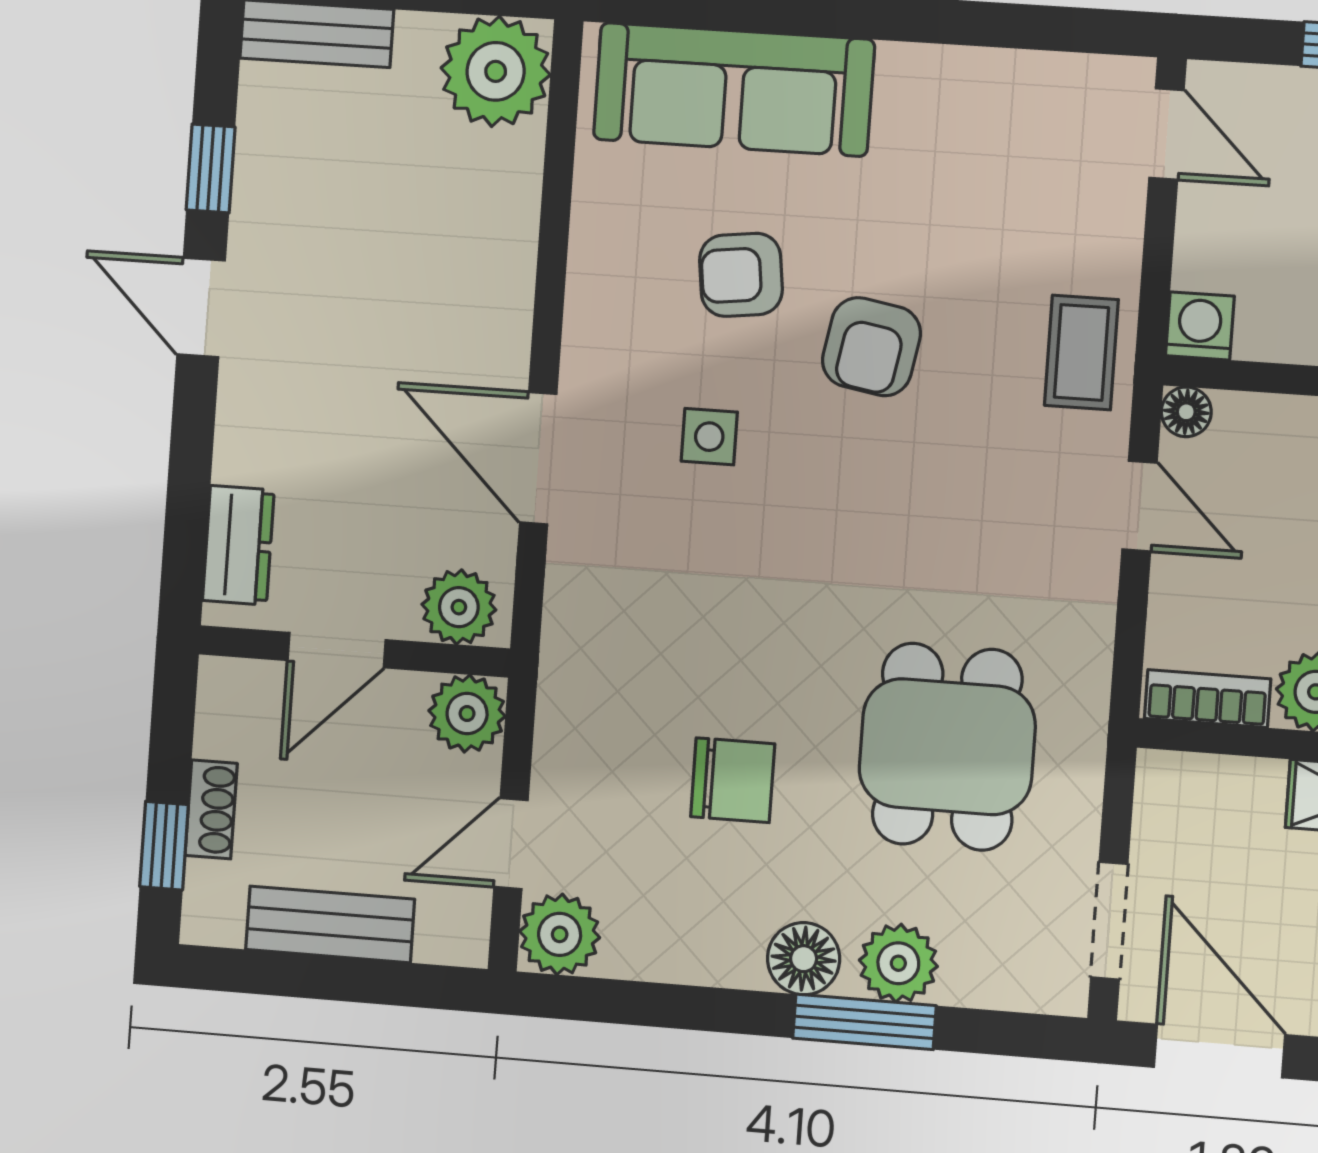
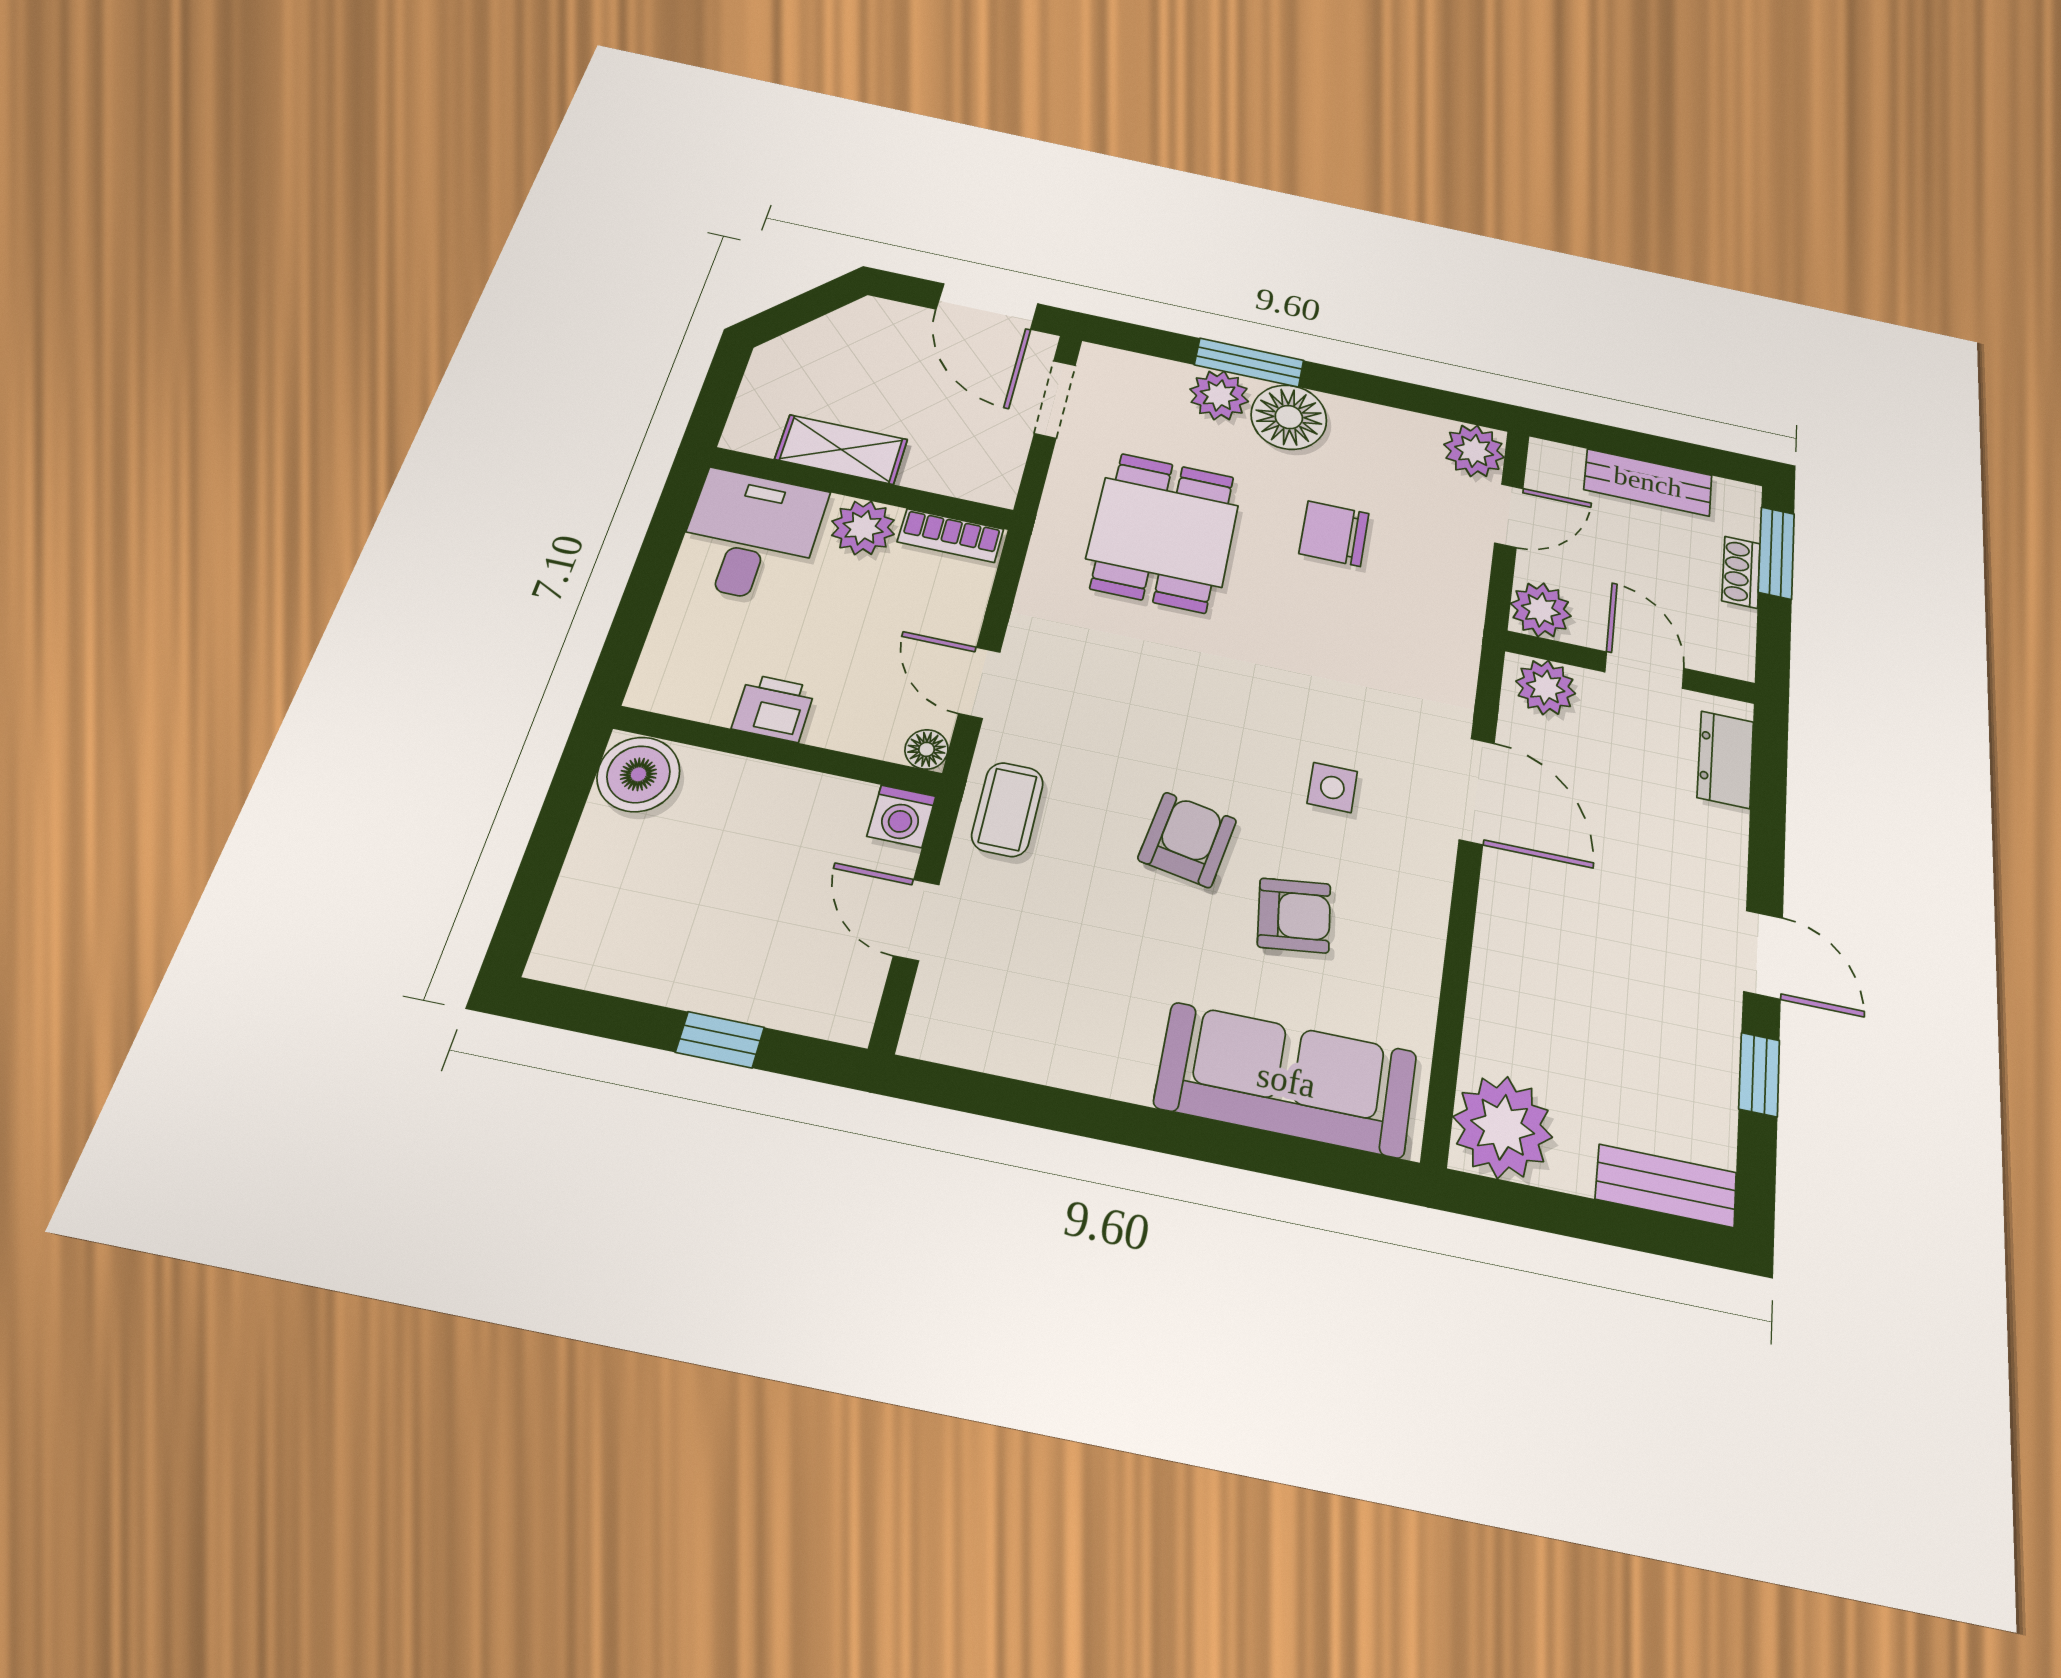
door: (1167, 134) -> (916, 920), moved
door: (337, 650) -> (1644, 670), hinge flipped
window: (164, 846) -> (1776, 553), width x1.50
floor lamp: (804, 959) -> (1289, 417), width x1.38, depth x1.38

